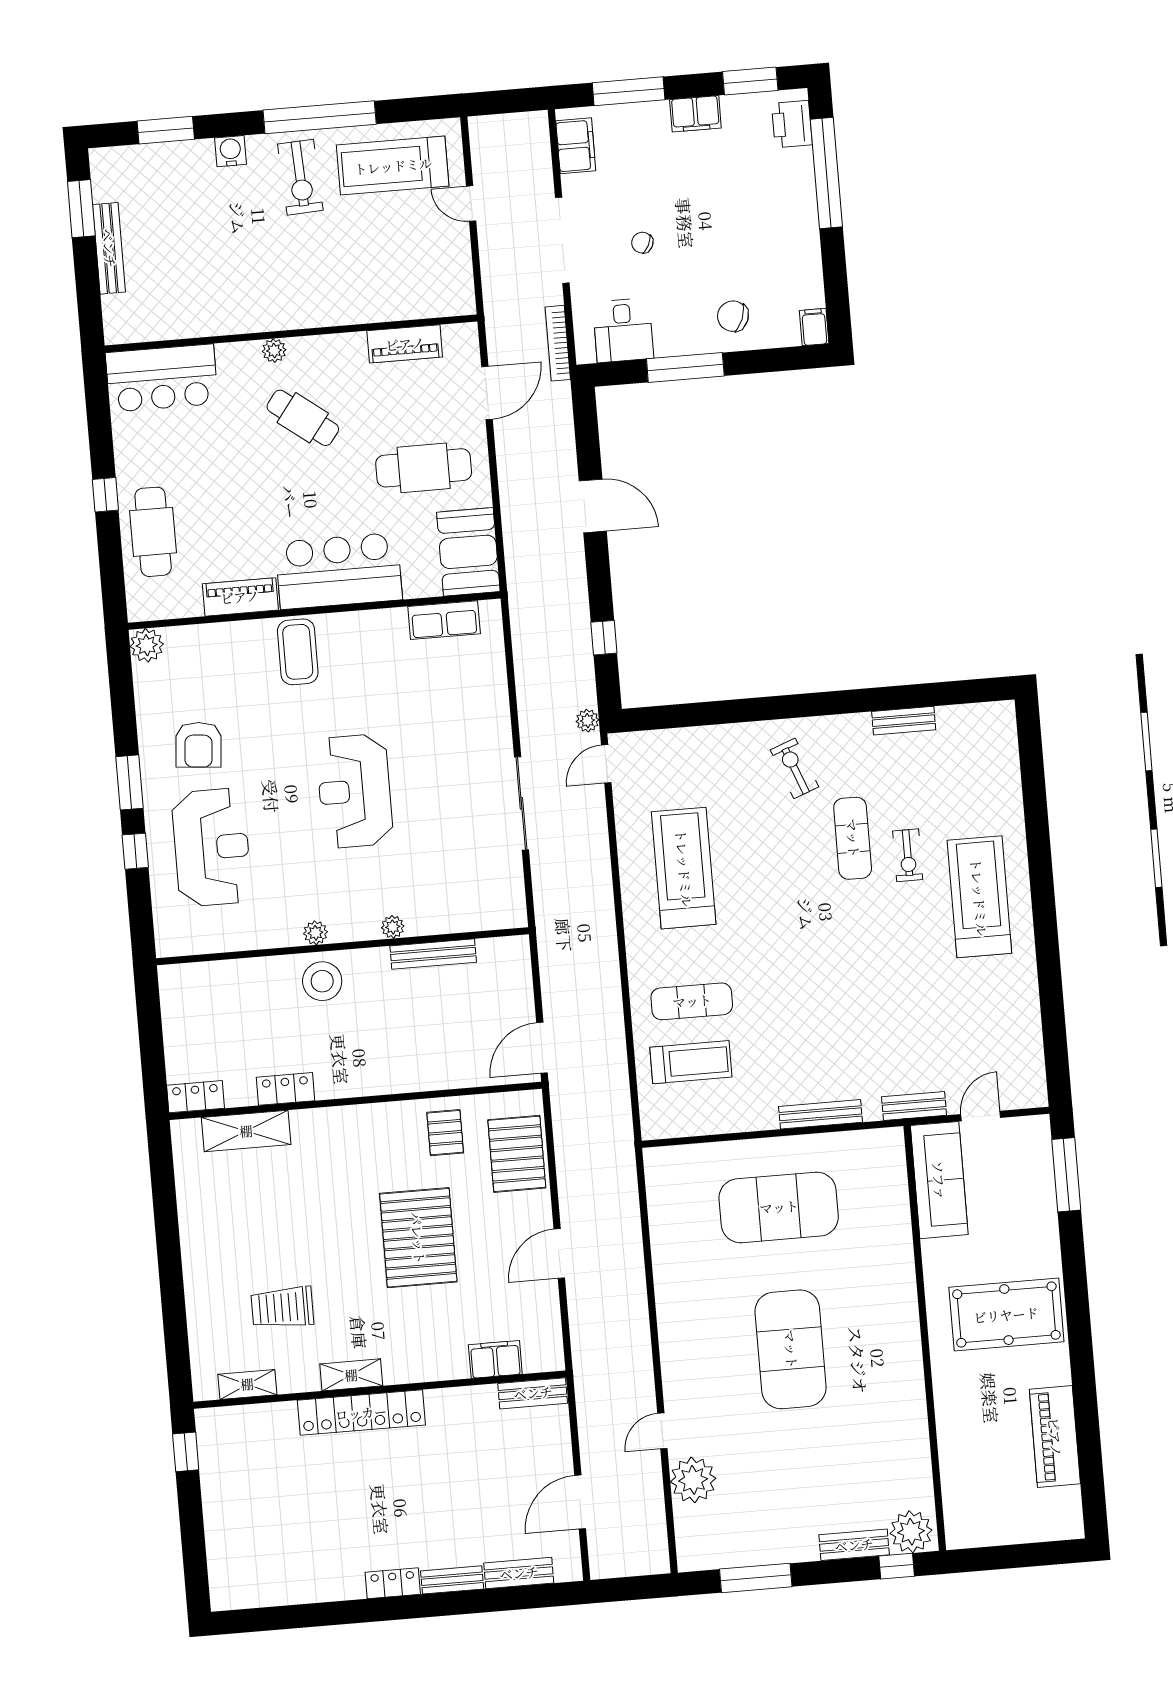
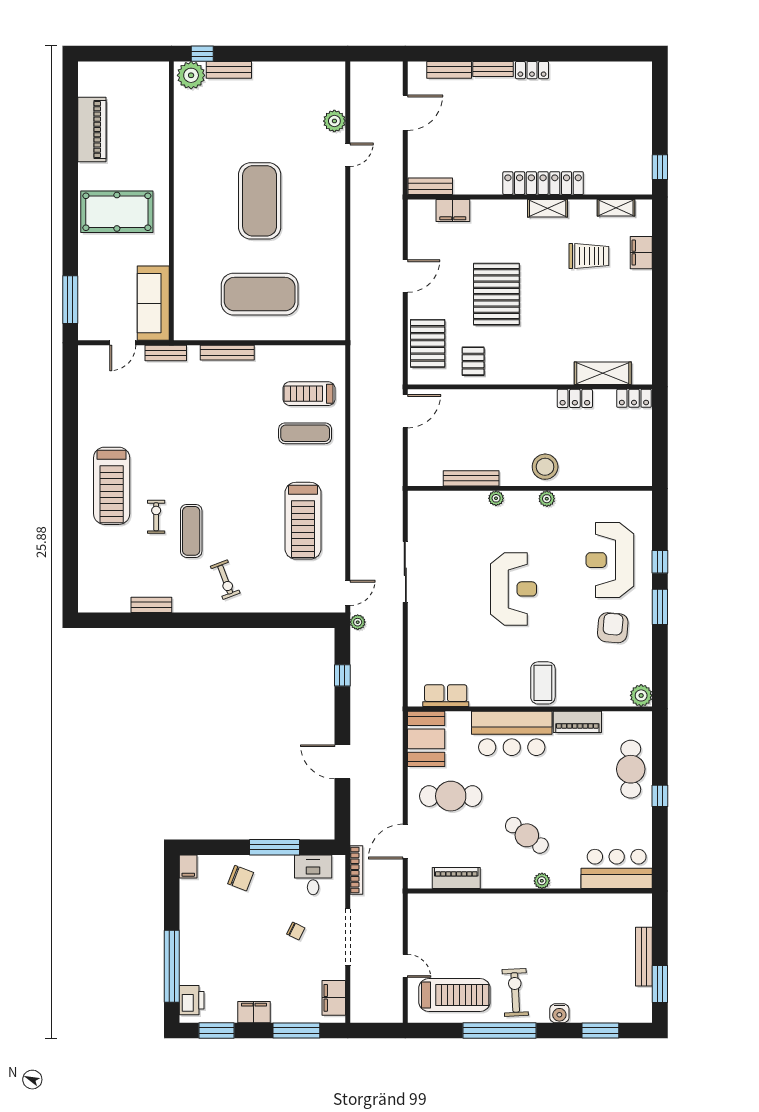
filing cabinet: (203, 1319) -> (641, 253), added
plant: (693, 1480) -> (334, 121), width x0.73, depth x0.73
window: (756, 1578) -> (295, 54), removed

